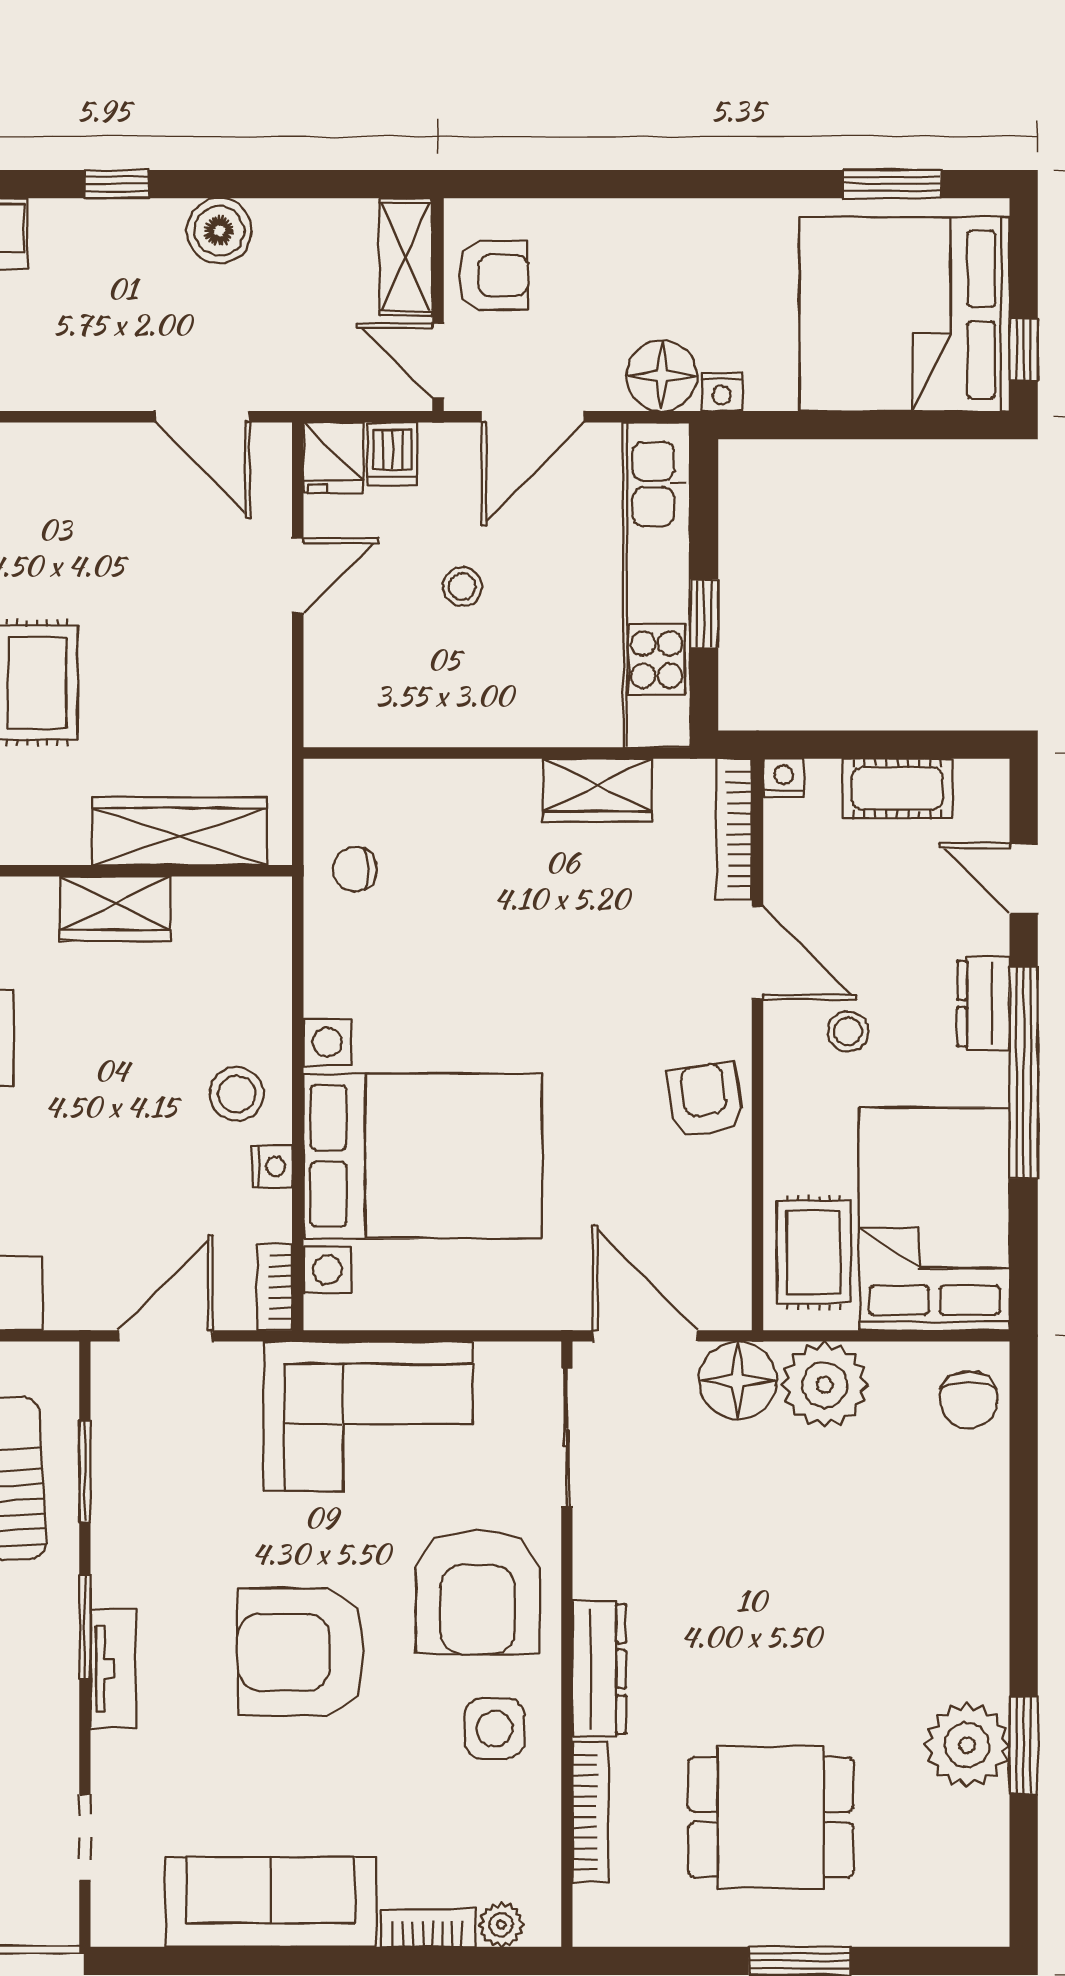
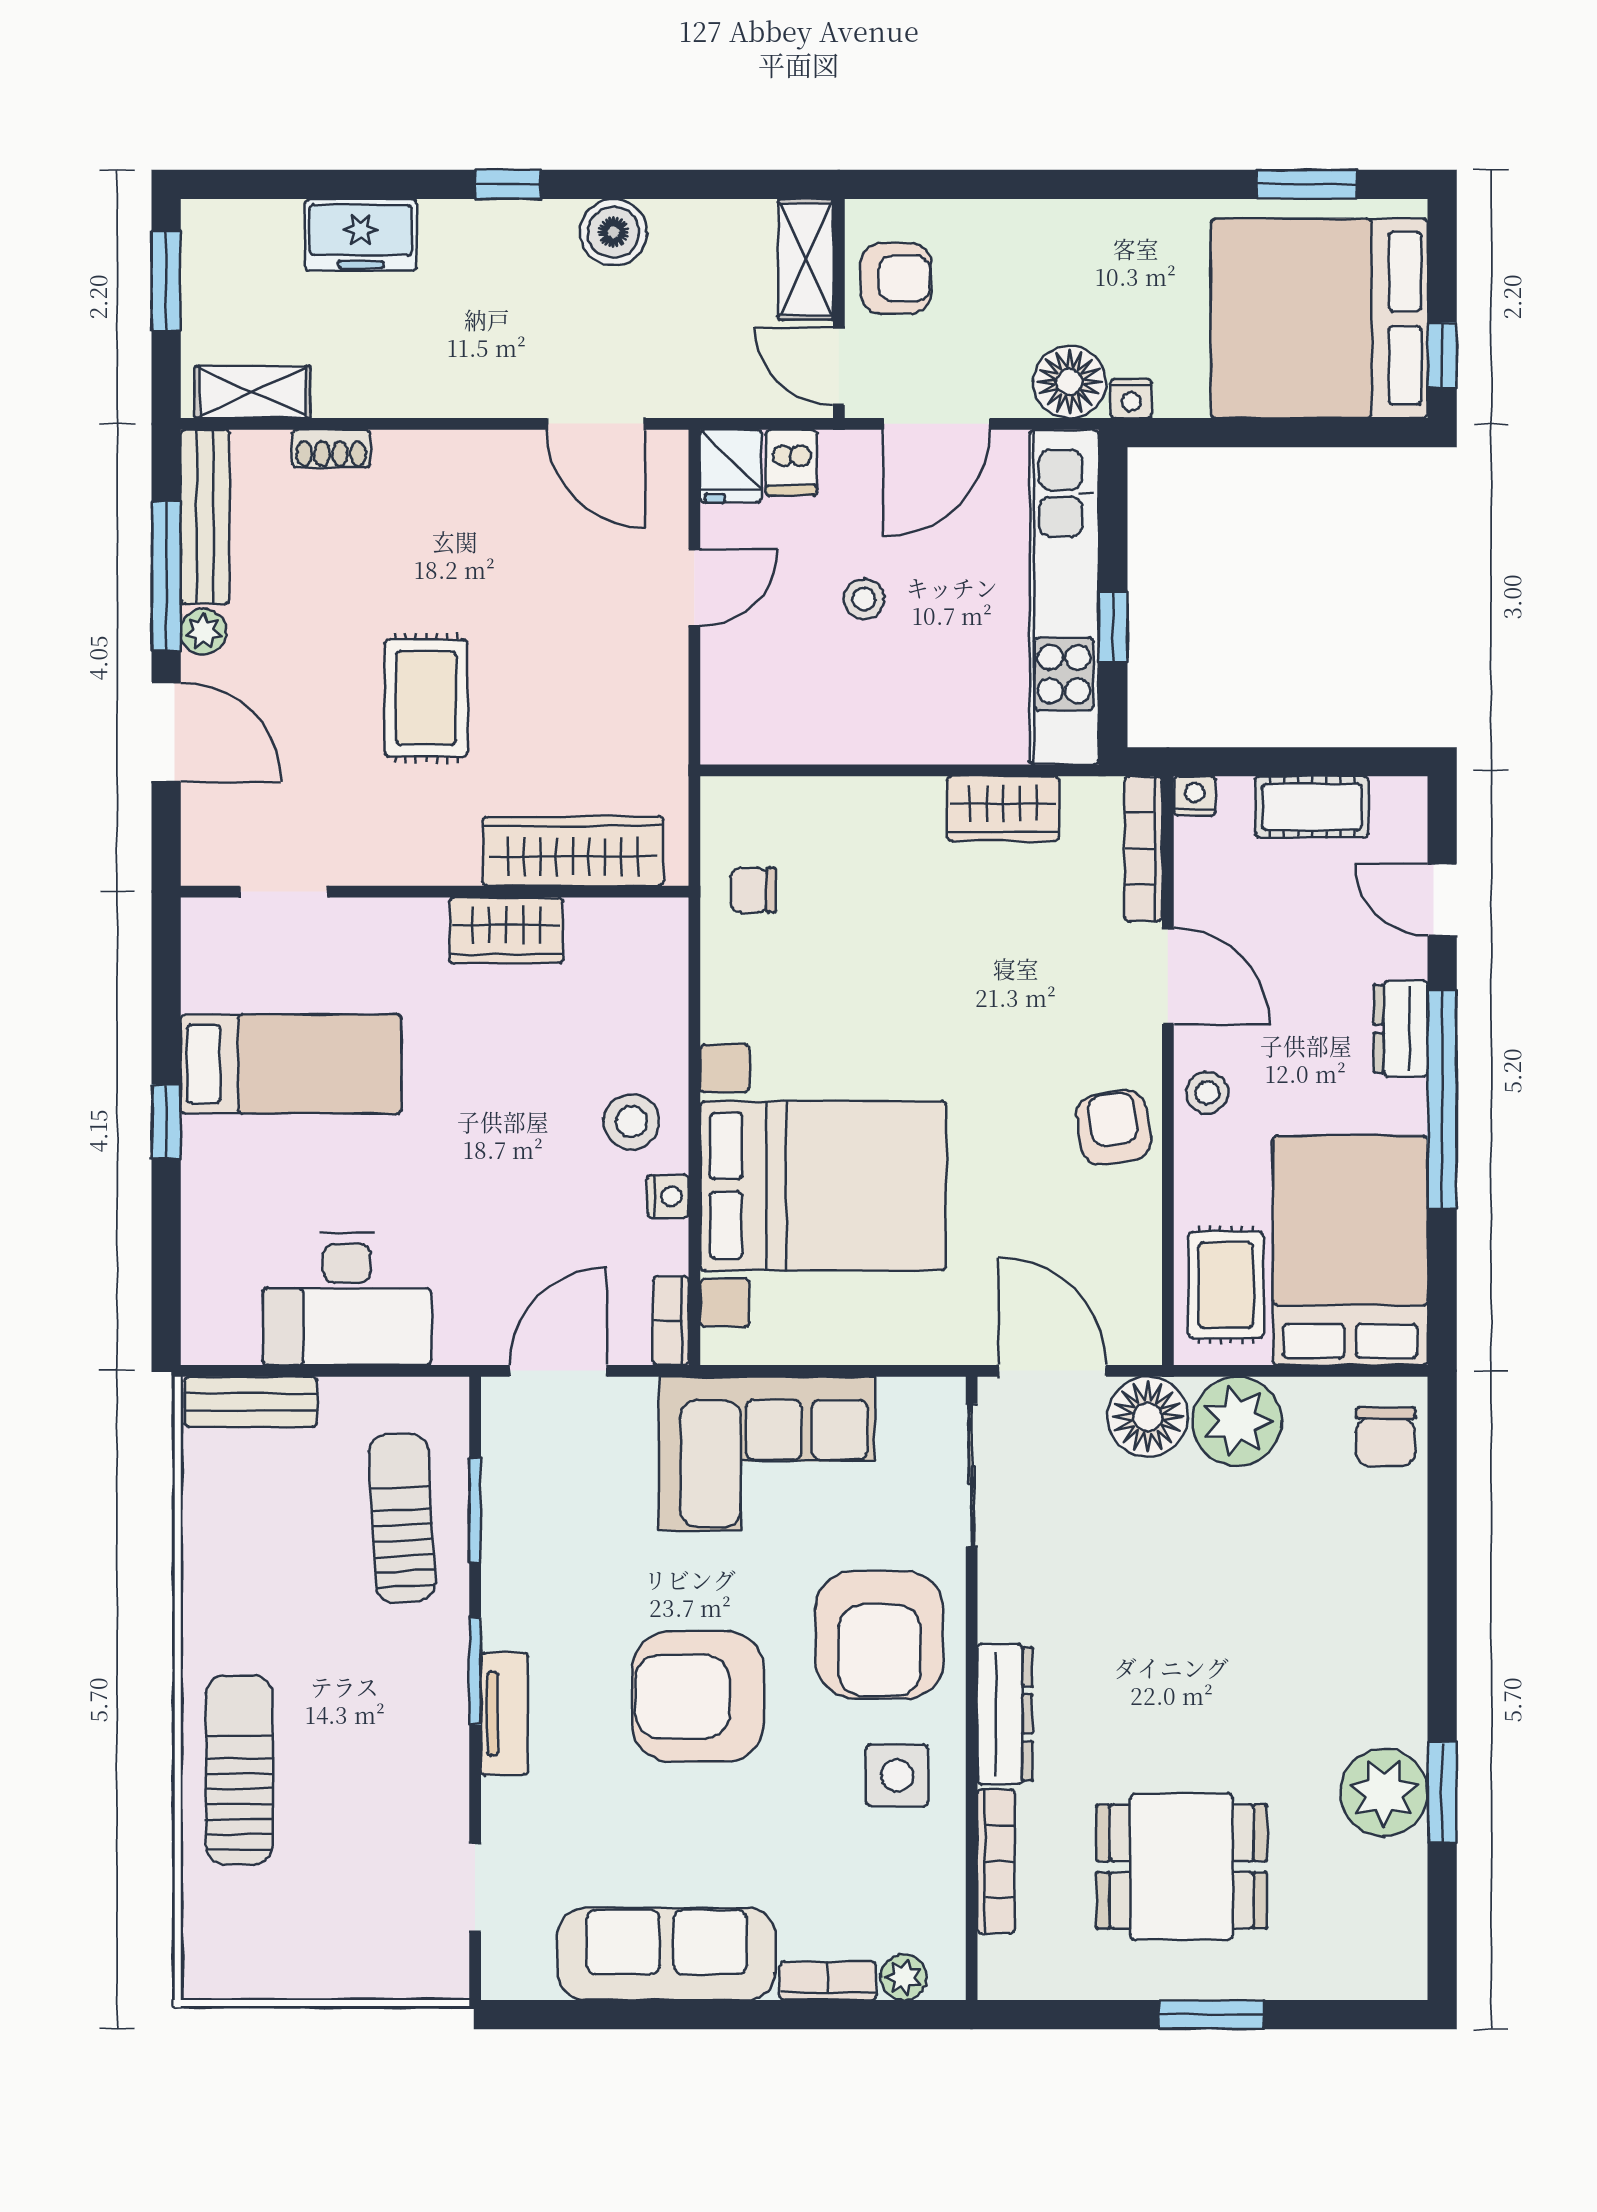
stool: (848, 1032) -> (1207, 1093), moved

